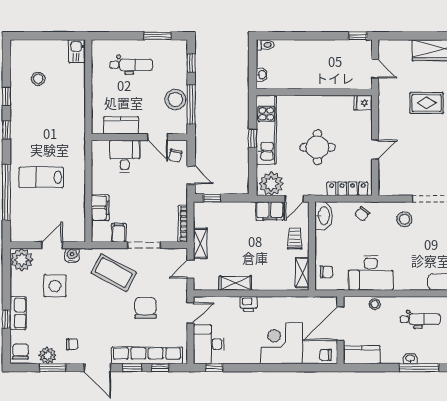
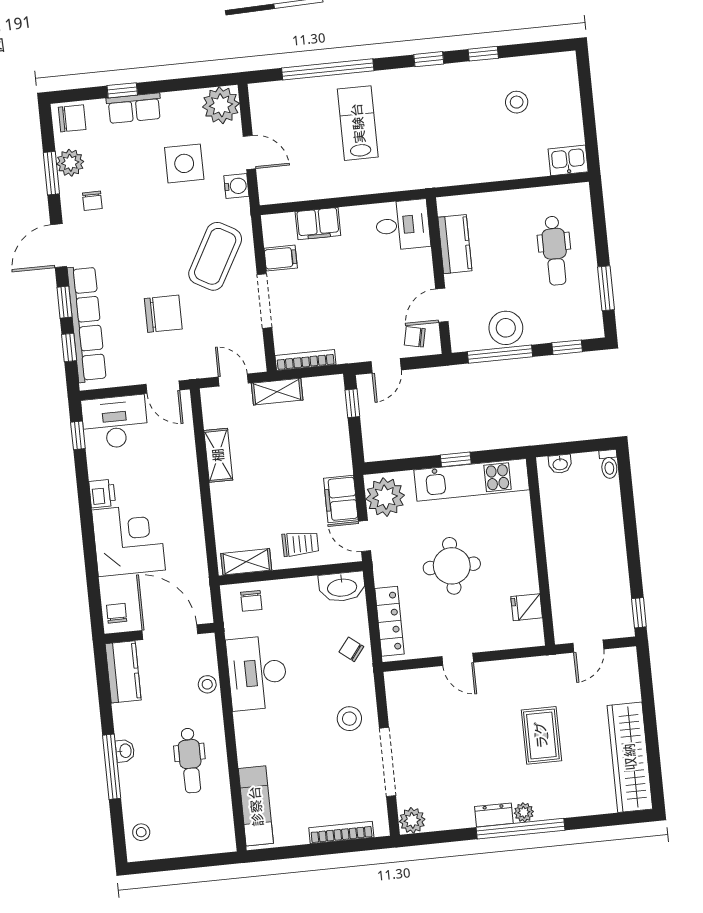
fridge: (363, 103) -> (527, 607), moved, turned -90
desk: (125, 156) -> (403, 225), moved
printer: (249, 304) -> (102, 494), moved, turned 180

